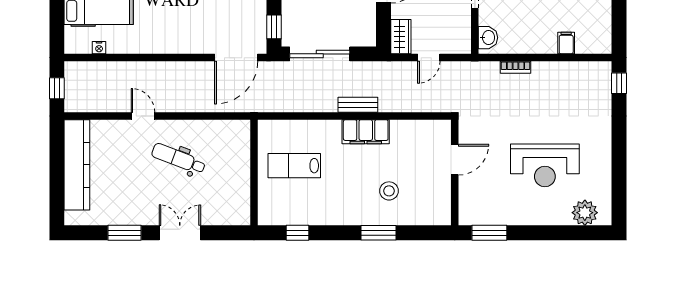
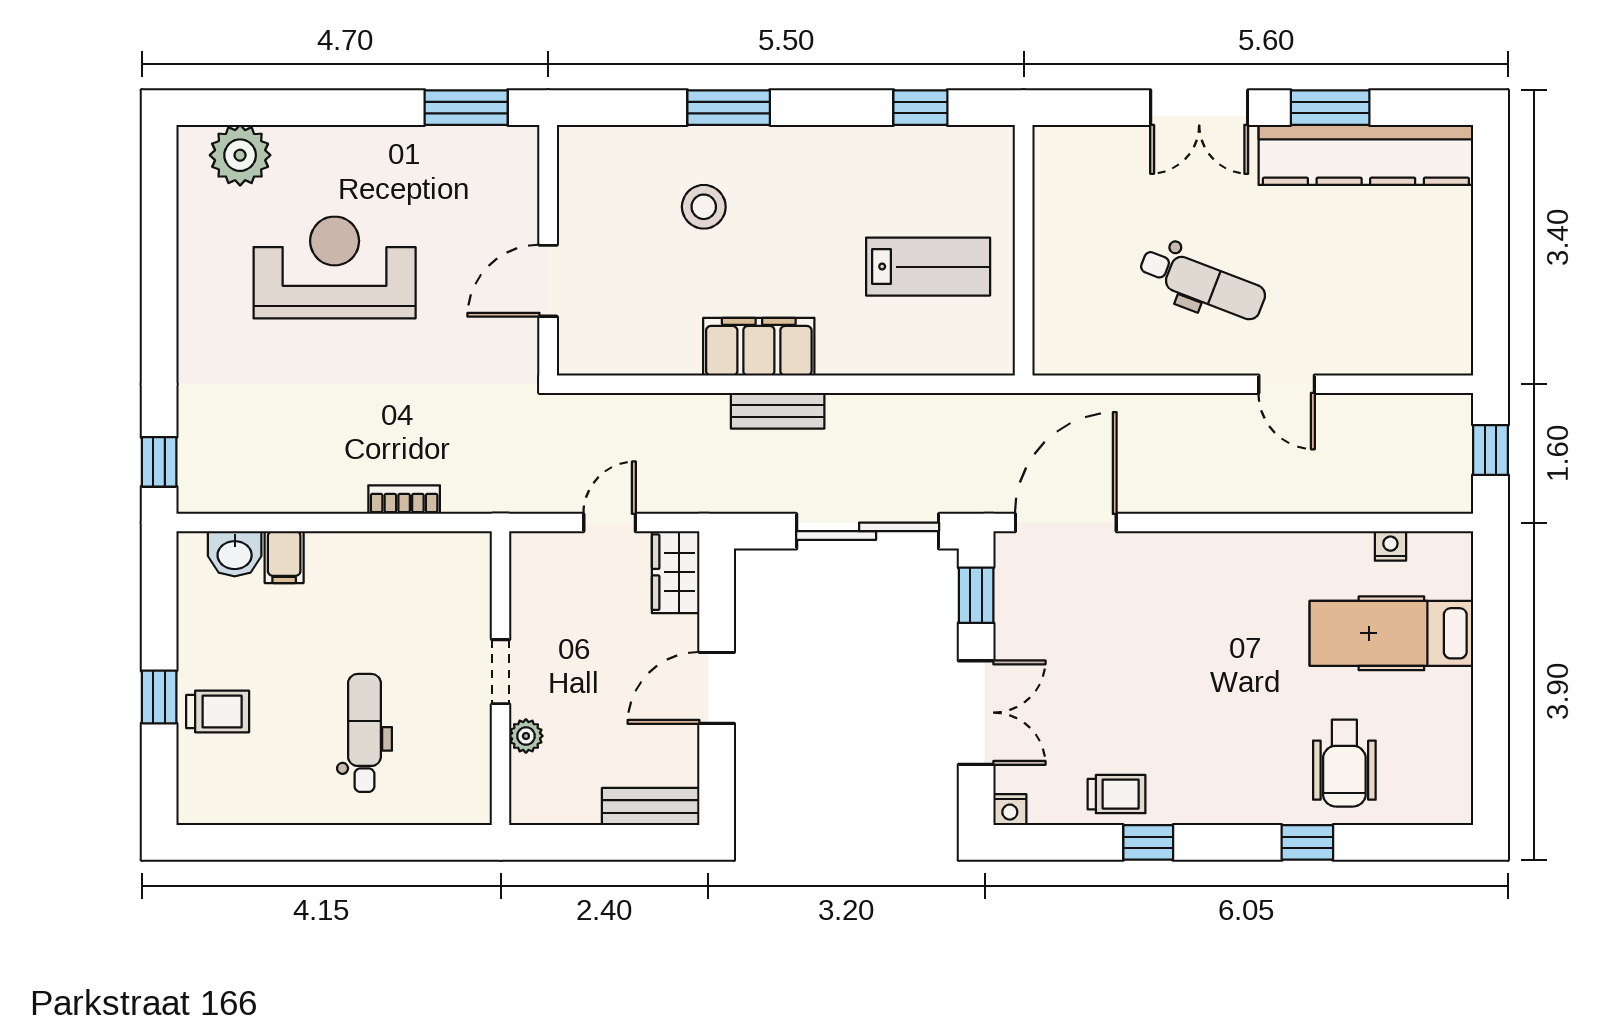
washbasin: (488, 38) -> (235, 554), moved, turned -90
kitchen counter: (77, 165) -> (1366, 155), moved, turned -90

